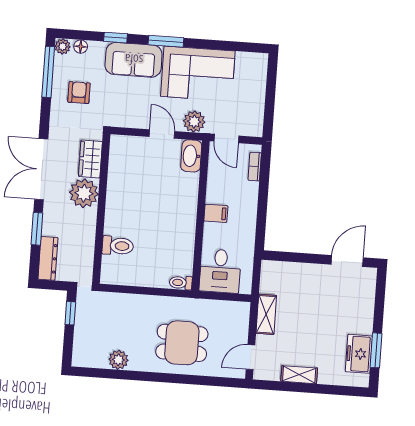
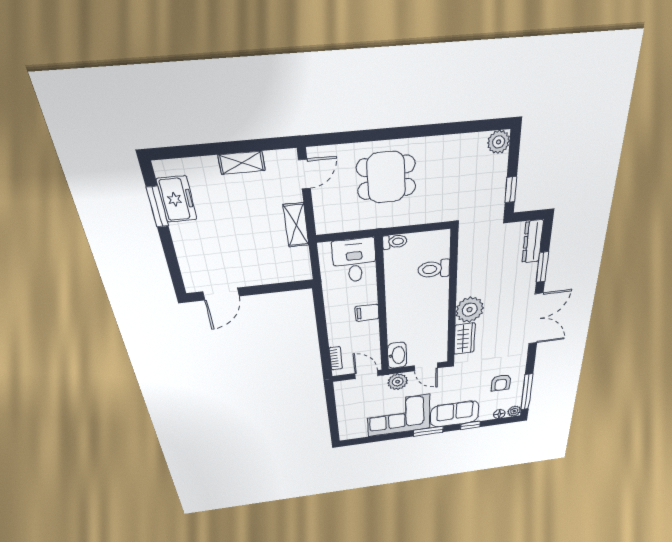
wardrobe: (90, 159) -> (465, 339), moved
plant: (84, 193) -> (470, 310), moved
wall: (101, 209) -> (452, 299), moved
toilet: (118, 246) -> (434, 269), moved
plant: (118, 360) -> (499, 142), moved

